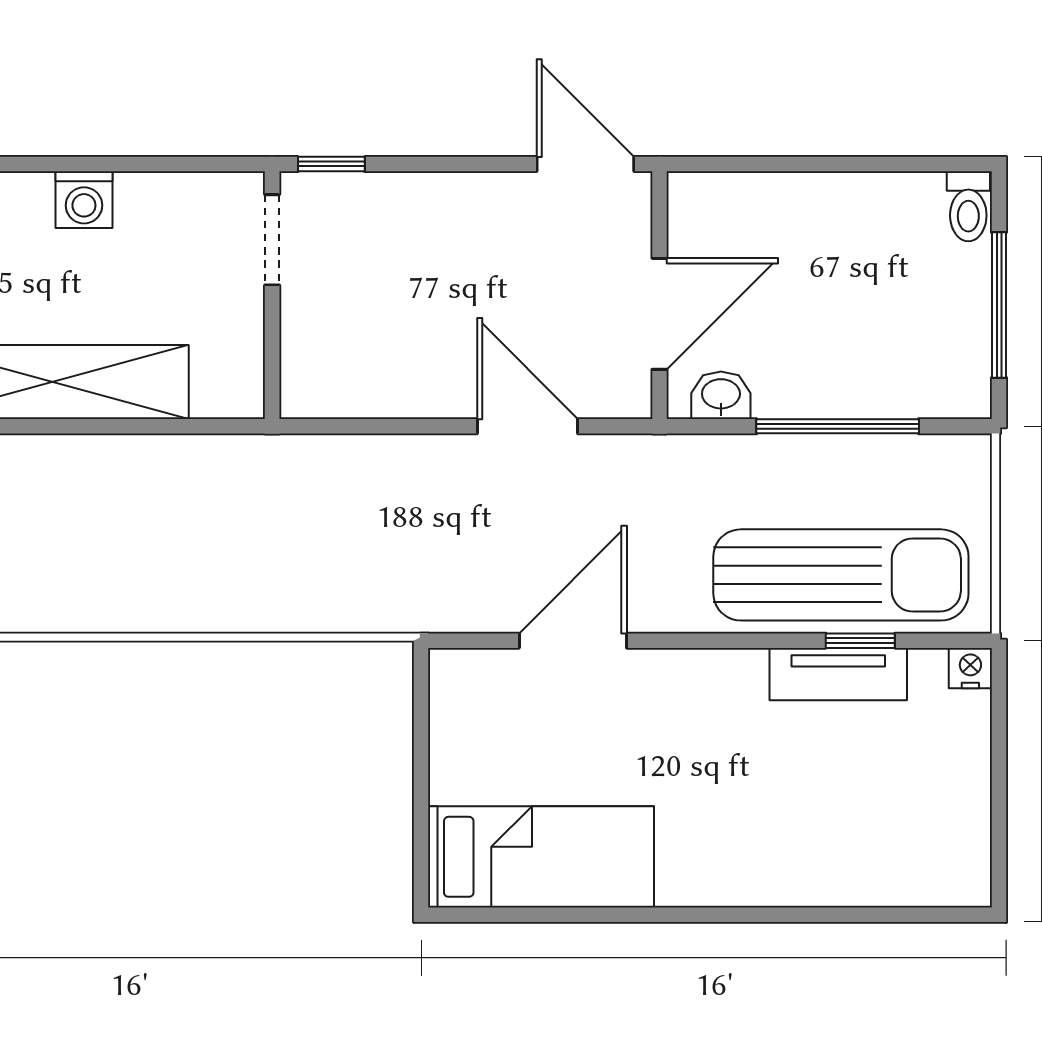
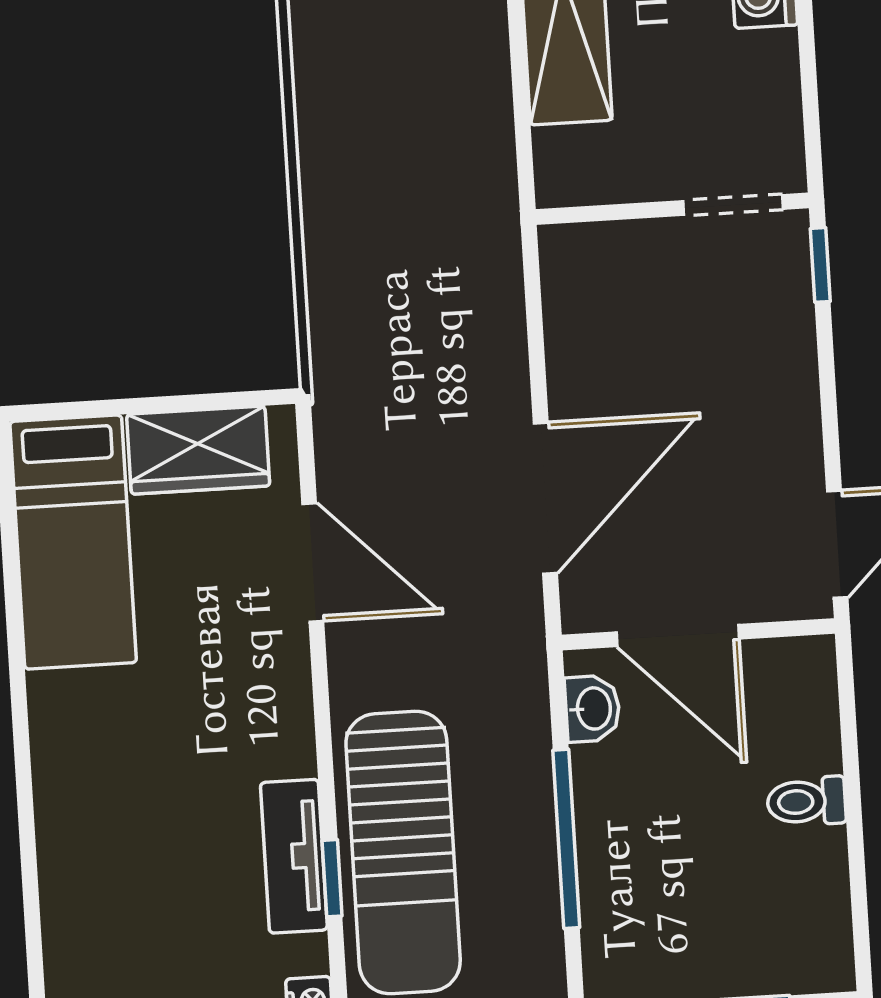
toilet: (968, 206) -> (806, 801), moved
door: (527, 426) -> (545, 498), width x1.36
wardrobe: (465, 738) -> (198, 450), added

